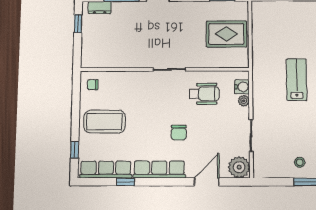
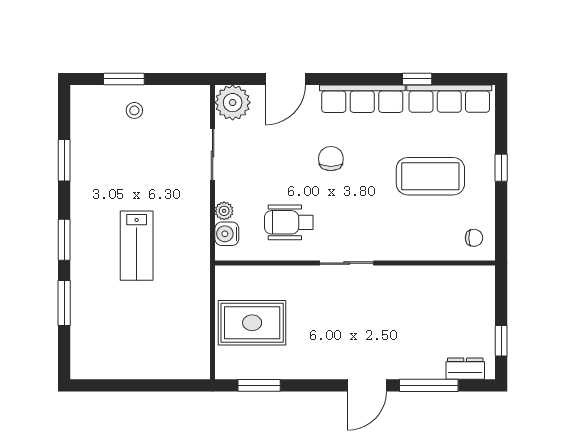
coffee table: (104, 122) -> (430, 176), moved
window: (75, 149) -> (501, 168), moved

